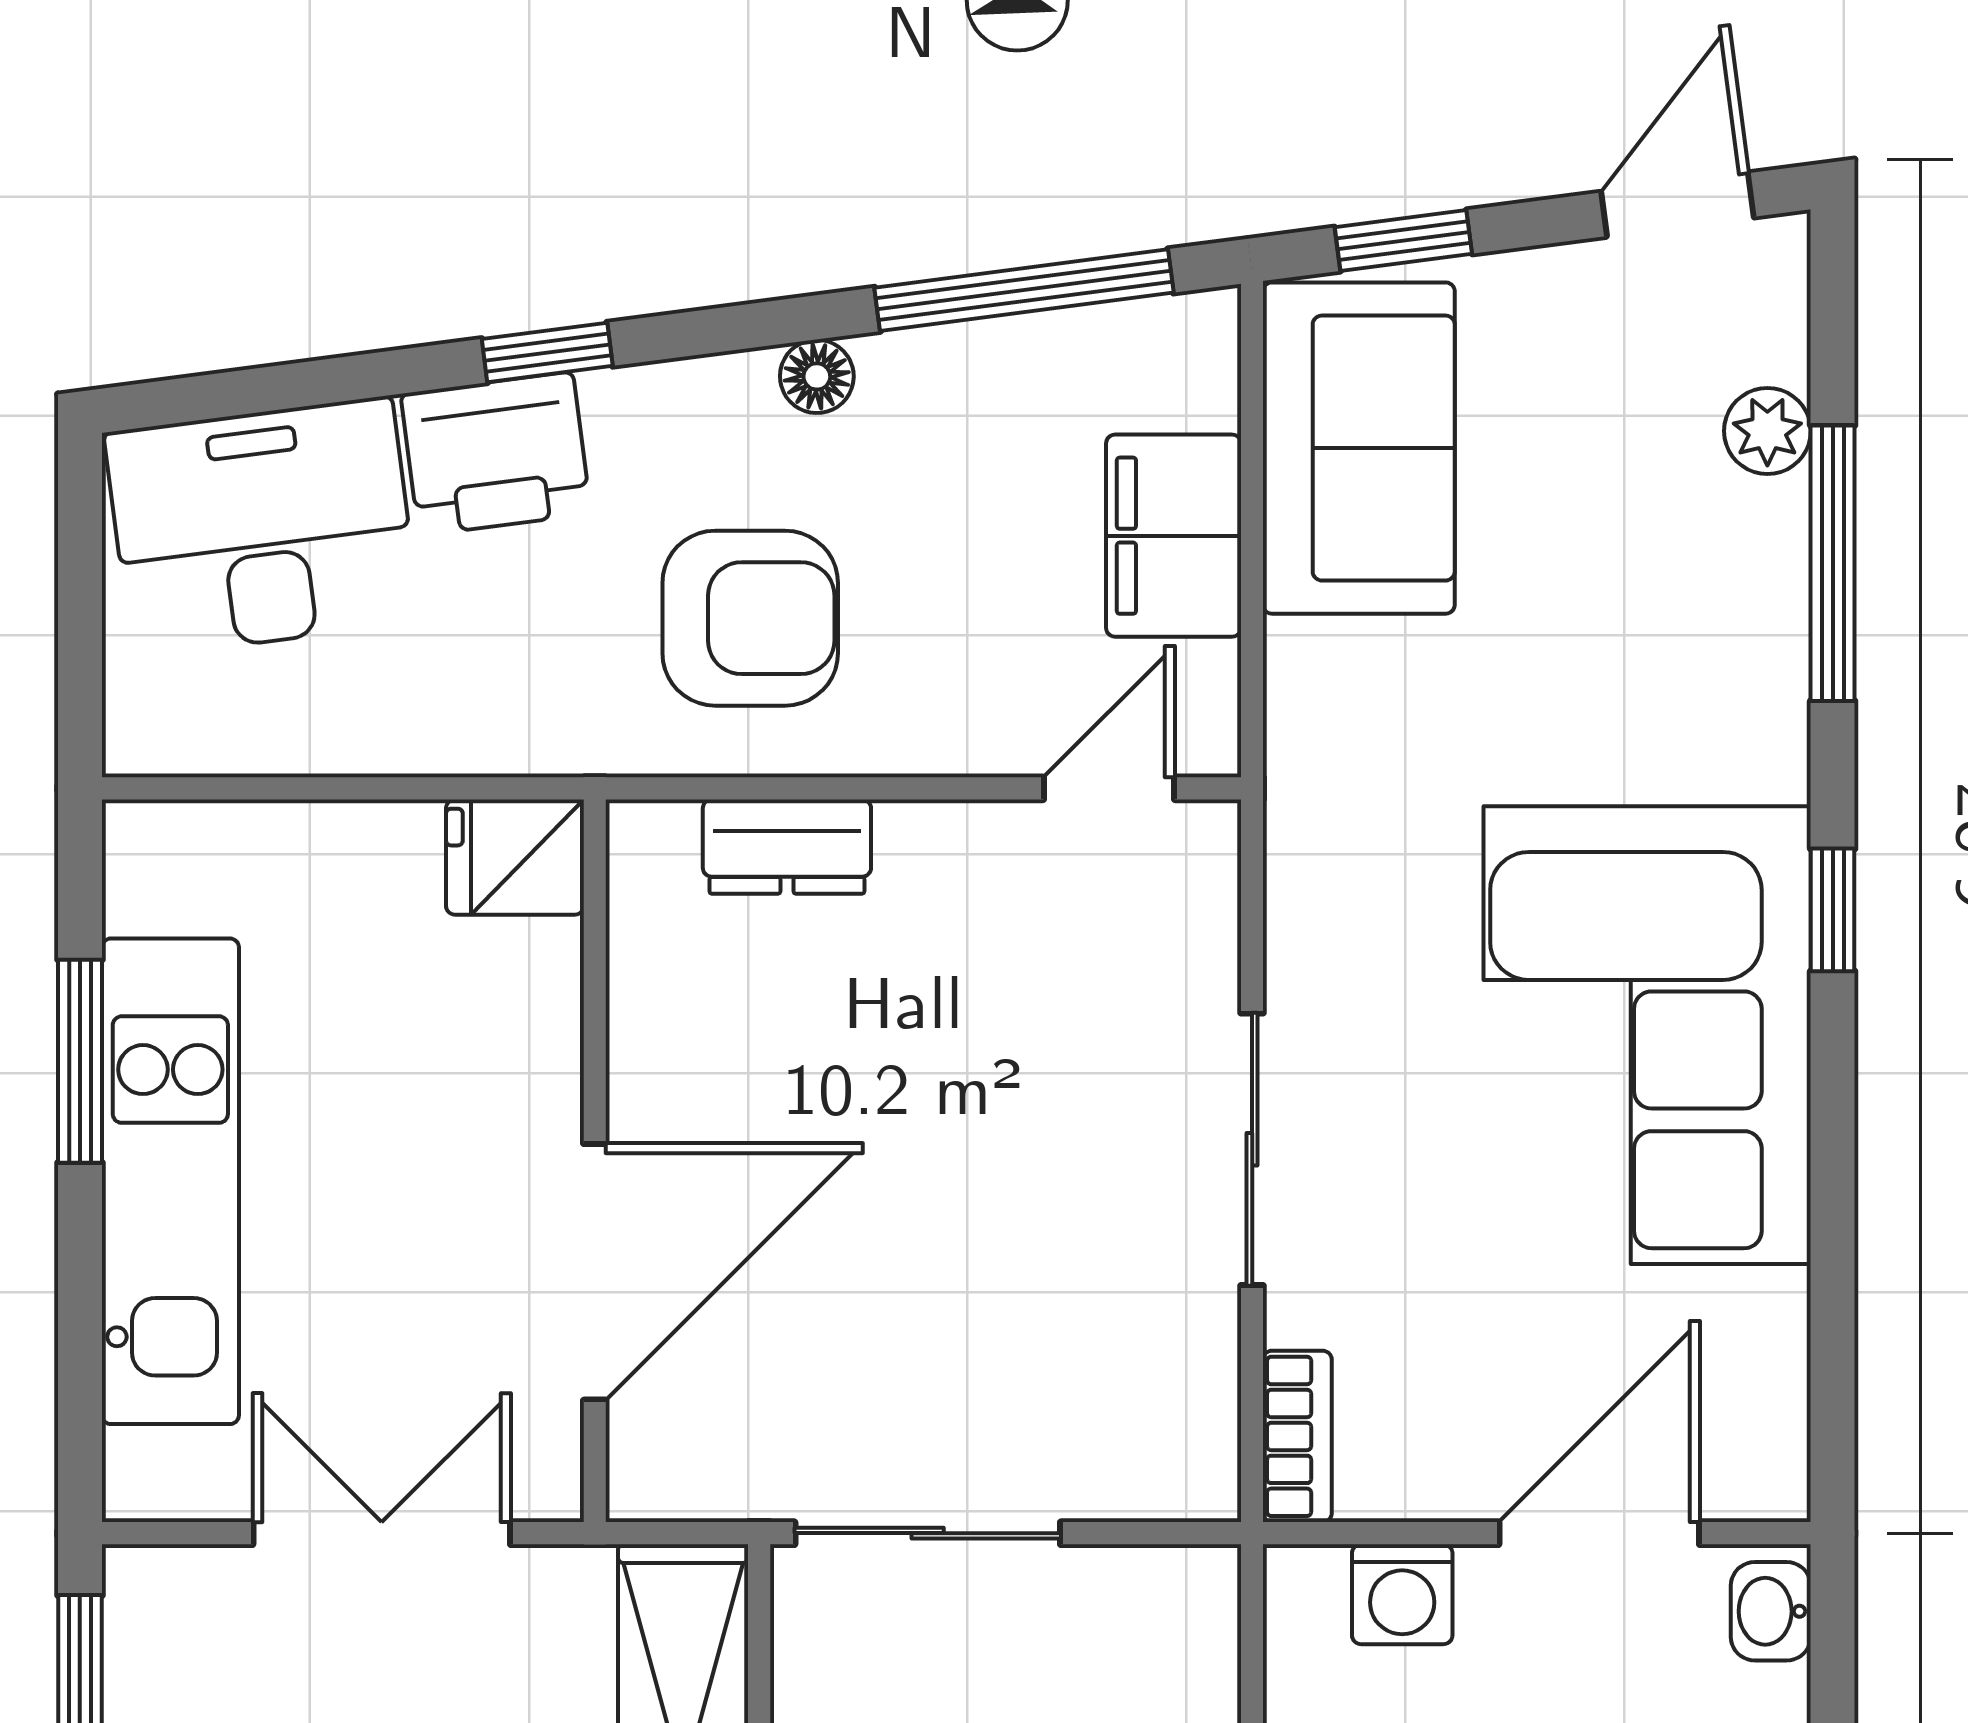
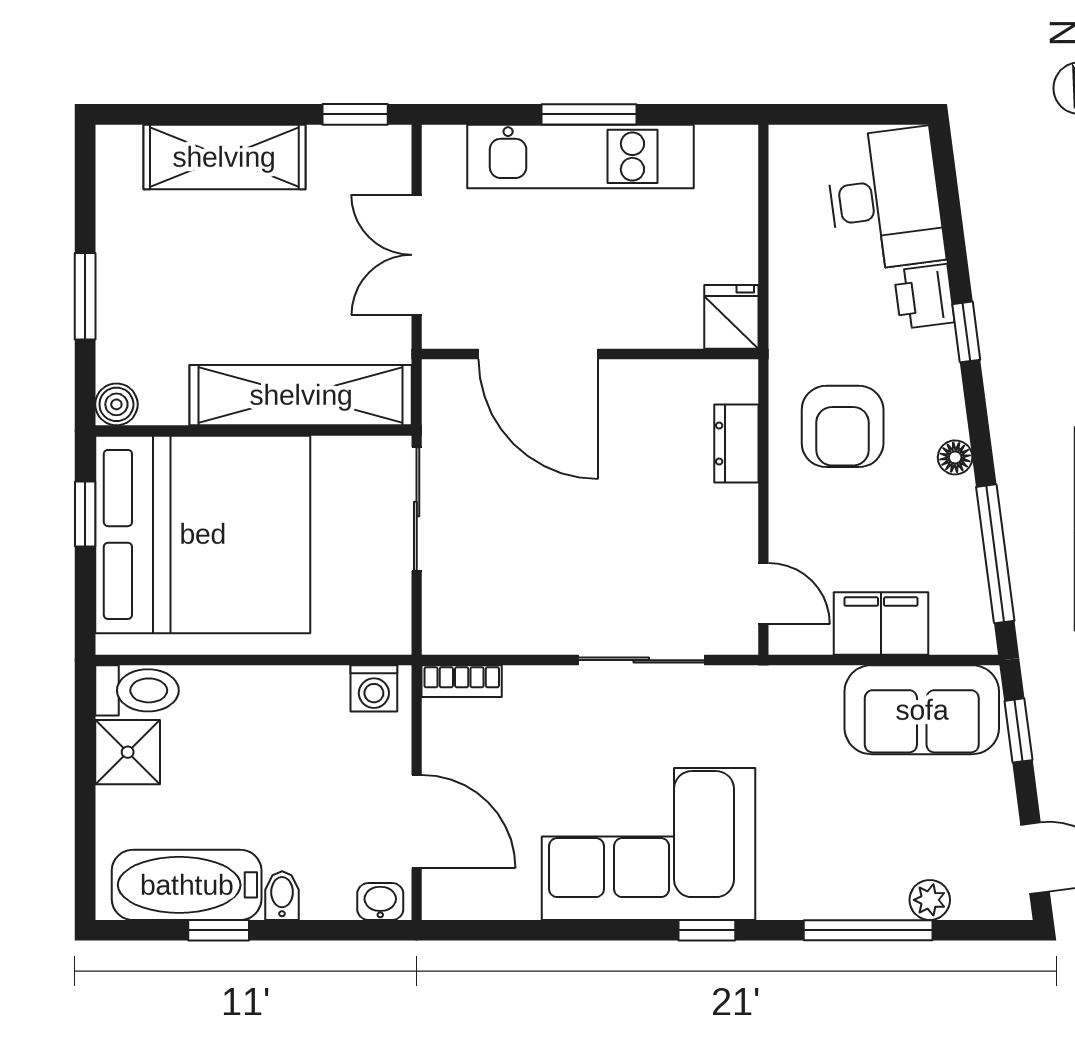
printer: (496, 454) -> (924, 296), width x0.73, depth x0.81
window: (80, 1061) -> (589, 114), moved
sliding door: (1252, 1149) -> (641, 660), moved
double door: (382, 1533) -> (417, 255), swing flipped
washing machine: (1402, 1594) -> (374, 688), moved, turned -90

